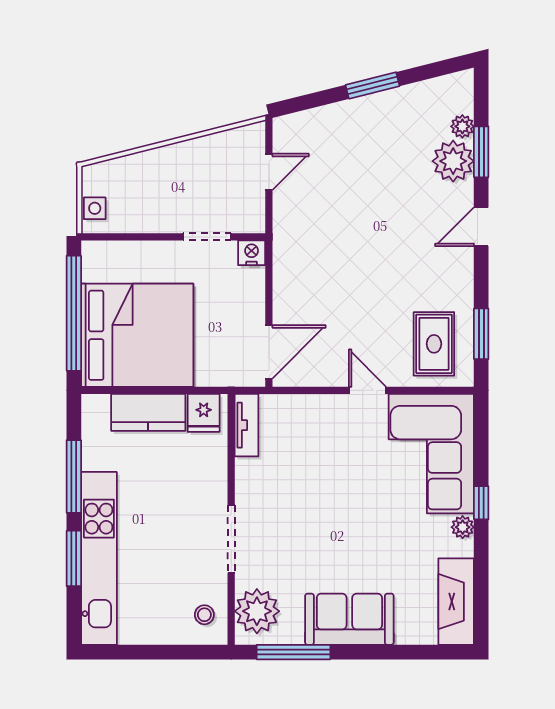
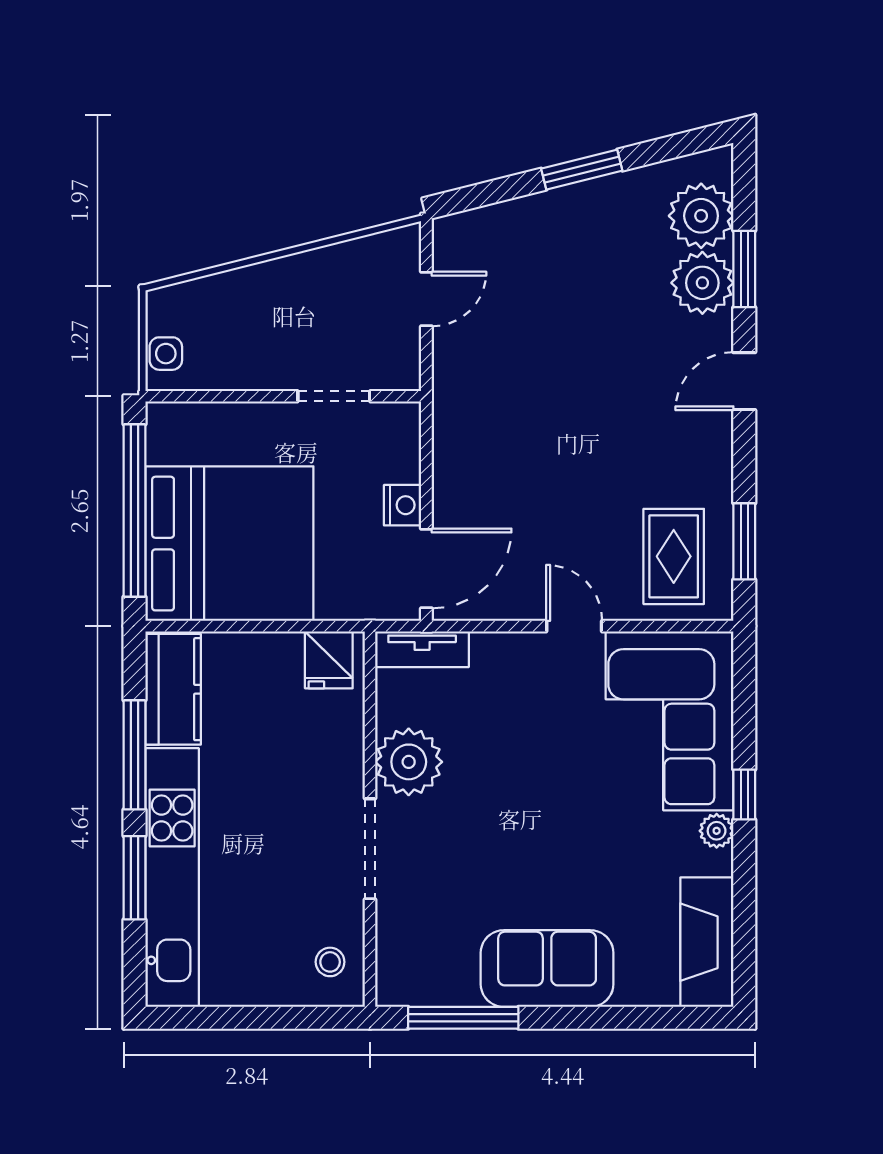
plant: (462, 126) -> (701, 216), width x1.88, depth x1.88
nightstand: (252, 253) -> (403, 505), moved, turned 90
kitchen counter: (148, 412) -> (173, 689), moved, turned -90
tv unit: (247, 425) -> (422, 649), moved, turned 90
plant: (257, 611) -> (409, 762), moved

